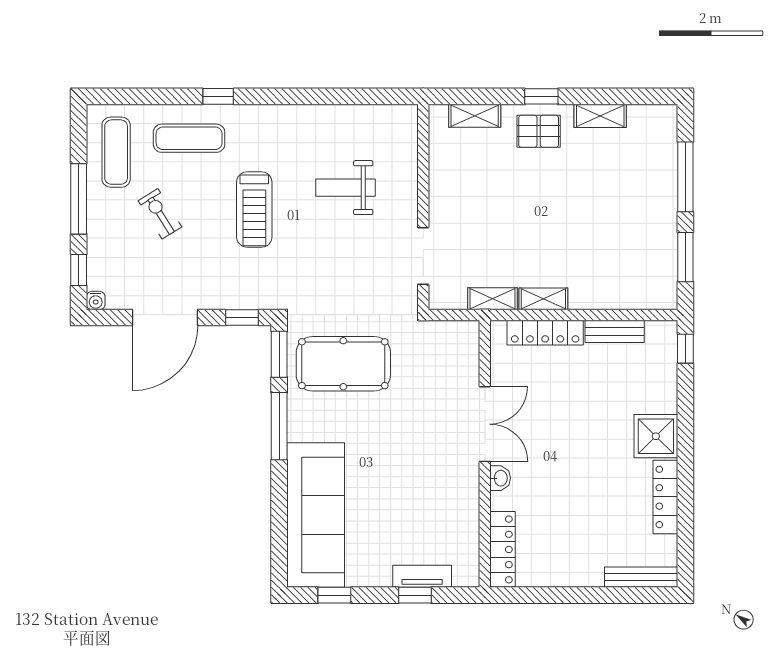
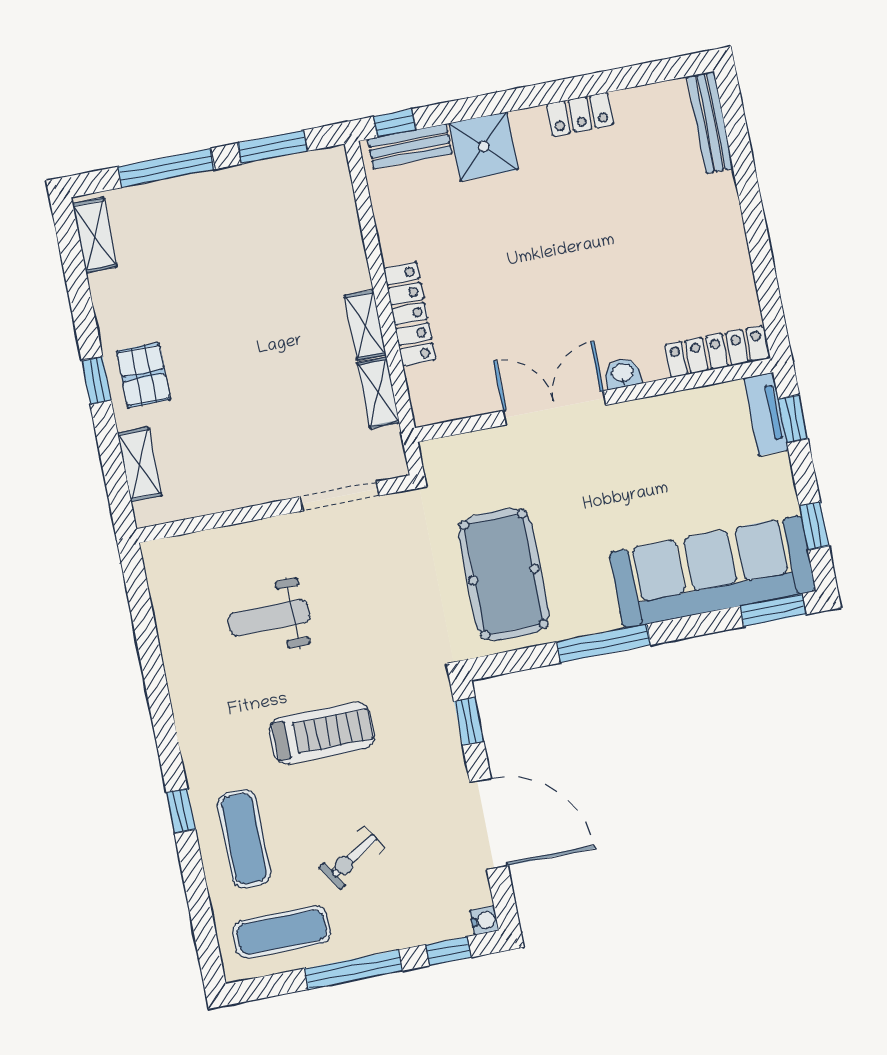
shelving: (600, 116) -> (95, 235), moved
weight bench: (345, 188) -> (269, 618), turned 90
bench: (615, 331) -> (410, 146), moved, turned 90
window: (279, 354) -> (773, 610), moved
double door: (485, 424) -> (555, 408), moved
shower: (656, 436) -> (484, 146), moved
wall: (485, 454) -> (594, 400), moved
washbasin: (500, 478) -> (623, 373), moved
locker: (665, 497) -> (580, 114), width x0.66
locker: (503, 549) -> (717, 352), moved

